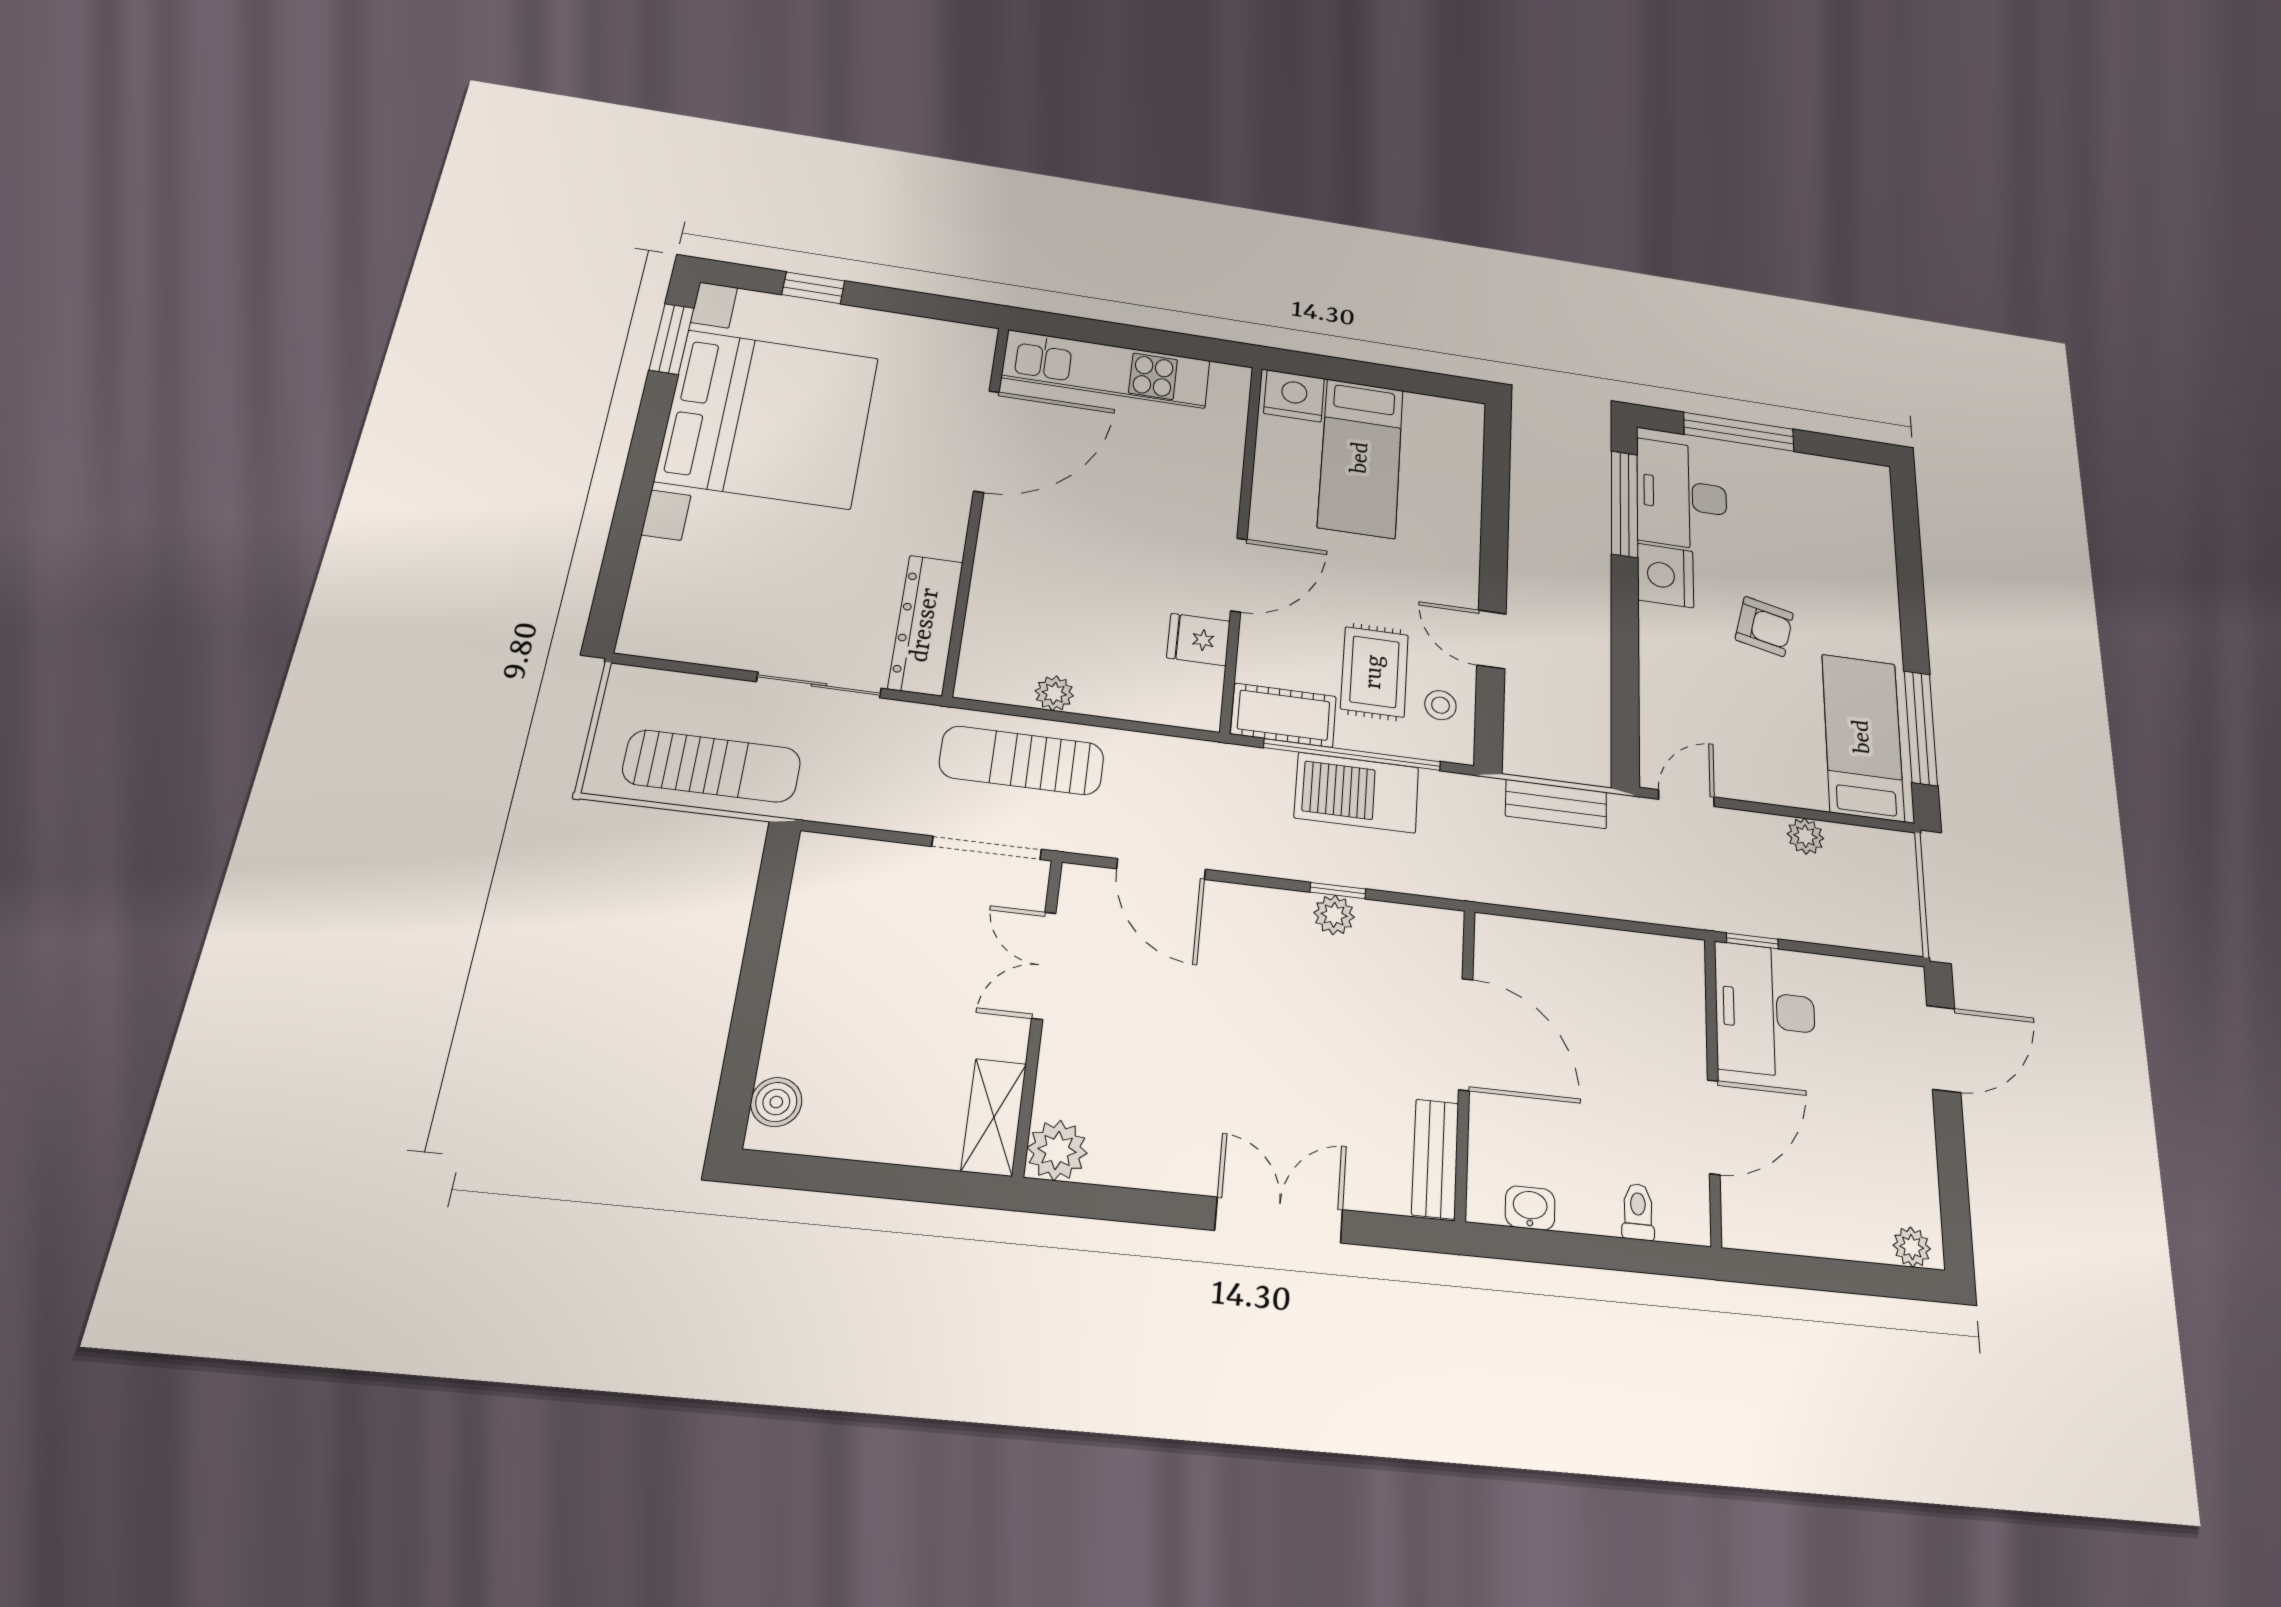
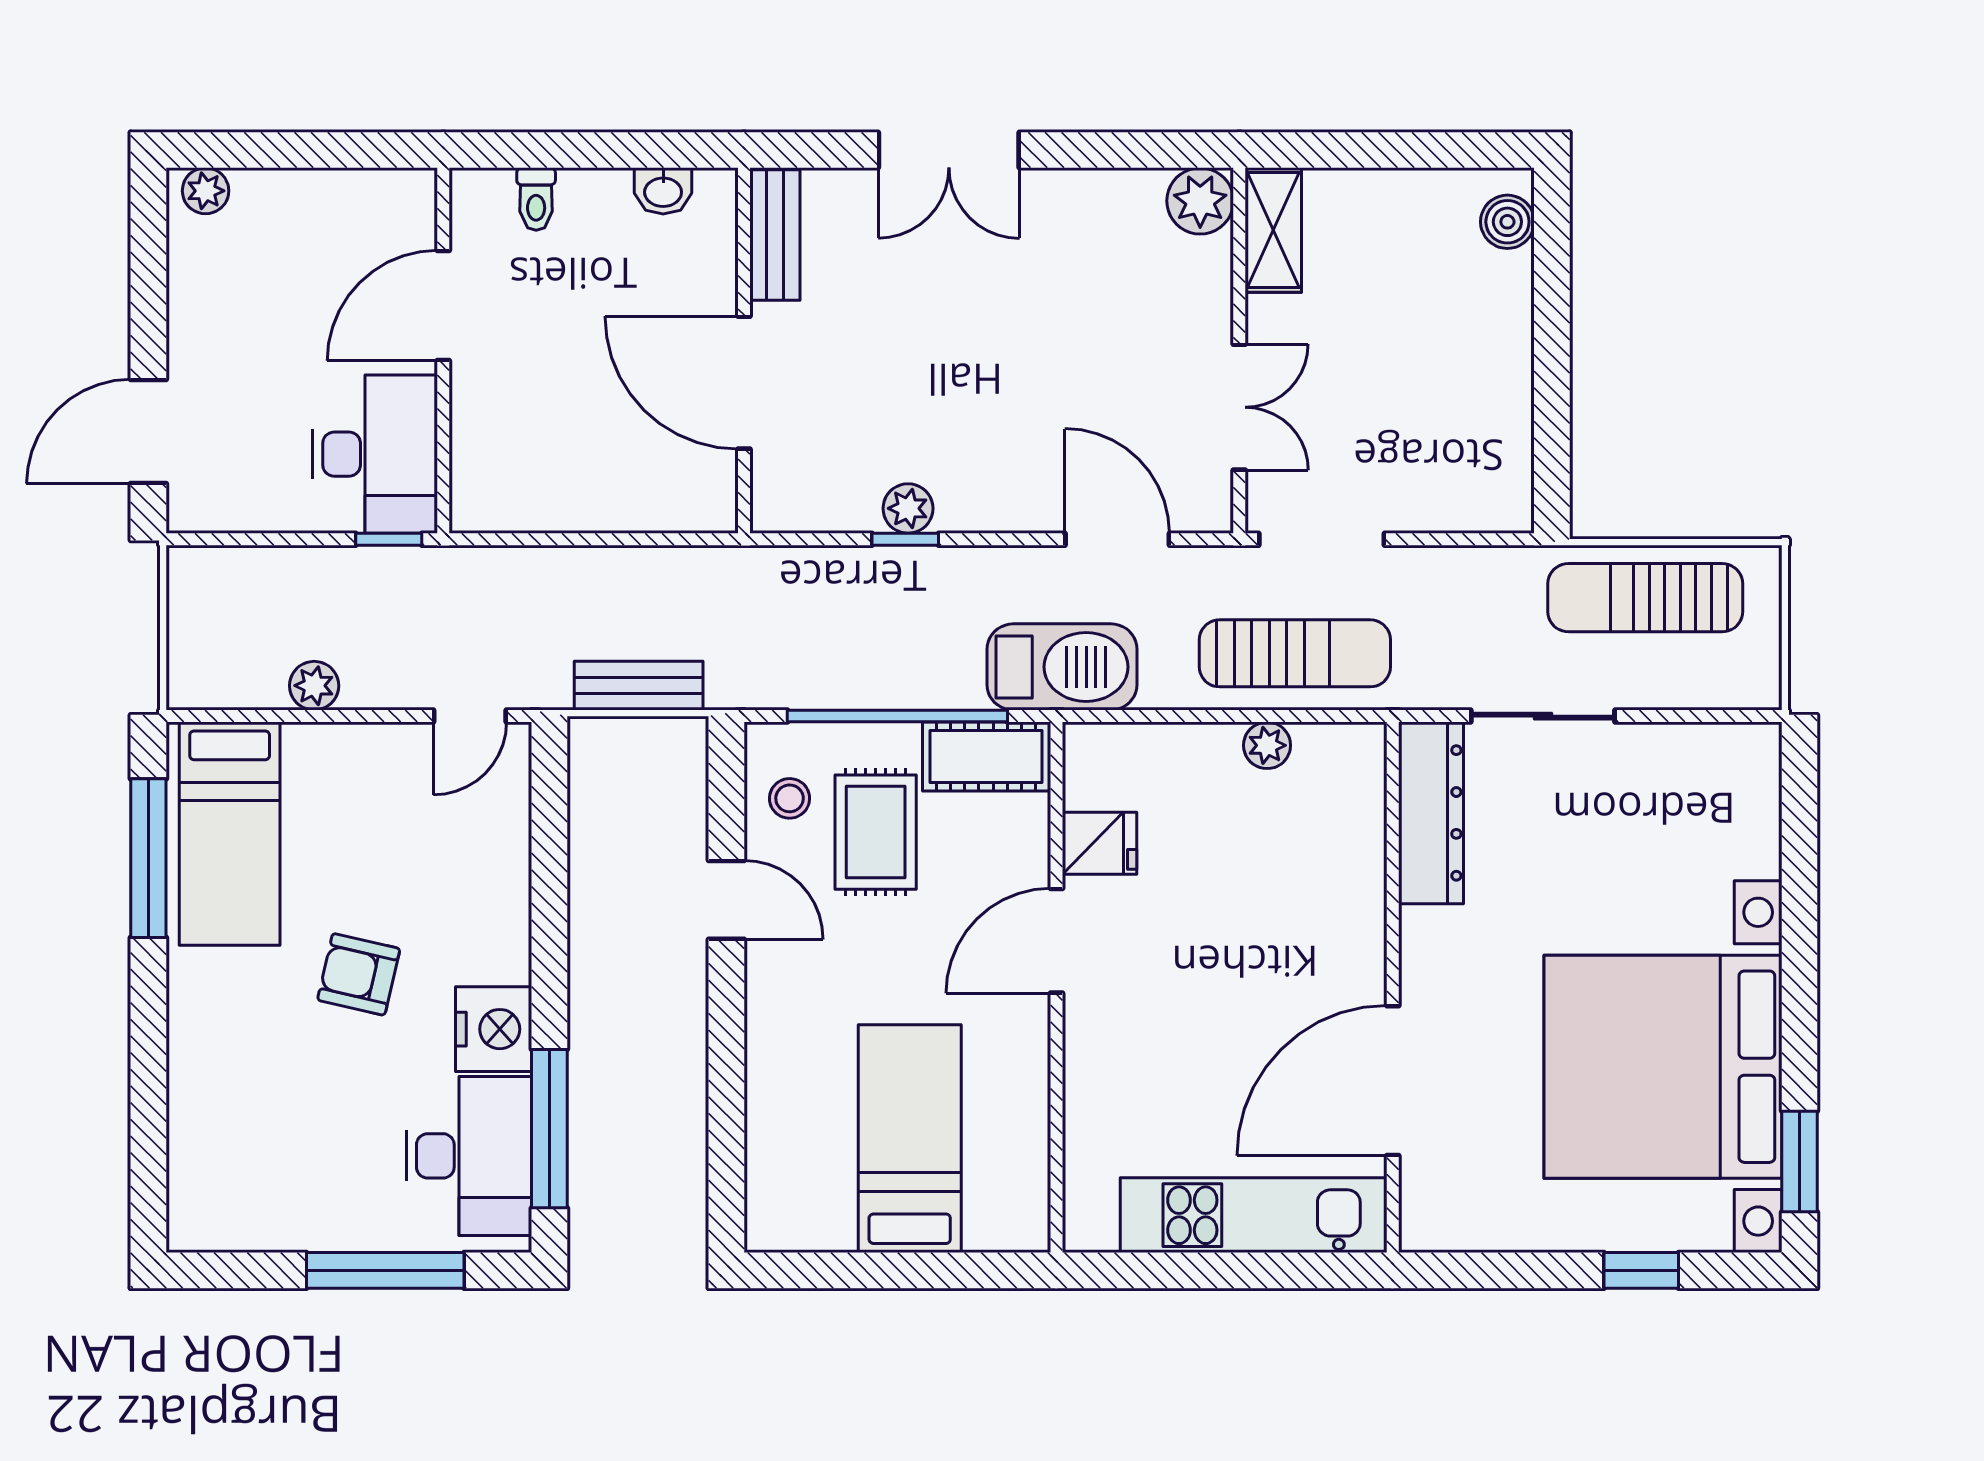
nightstand: (1294, 396) -> (1004, 1218), removed
barbecue: (1357, 793) -> (1062, 667), moved

